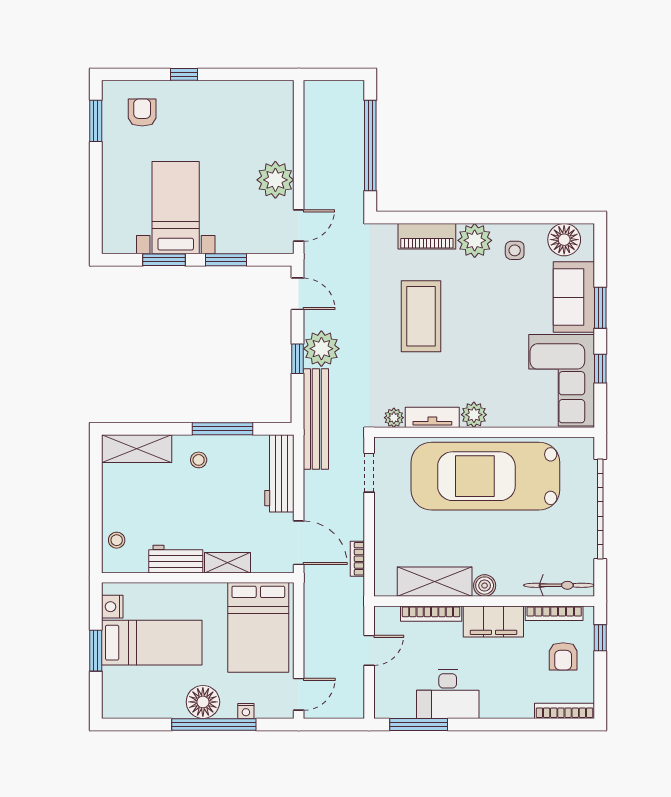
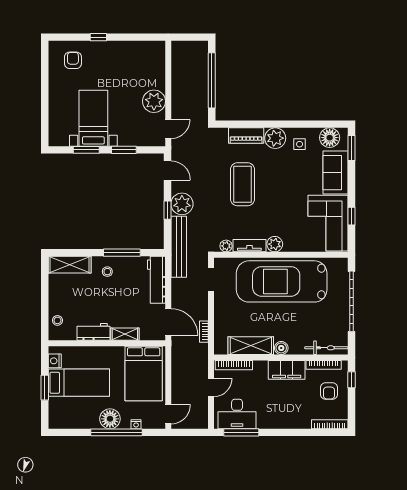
window: (96, 121) -> (45, 65), removed
window: (600, 308) -> (352, 148), moved
bookcase: (431, 614) -> (234, 365), moved
desk: (448, 694) -> (237, 414), moved

